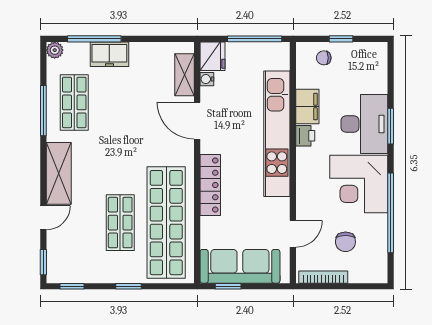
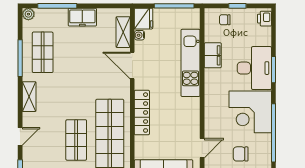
freezer: (109, 54) -> (82, 17), moved
kitchen unit: (277, 134) -> (190, 63), width x0.73
printer: (305, 136) -> (264, 19), moved, turned 180
shelving: (59, 173) -> (29, 97), width x0.67, depth x0.75
chair: (345, 242) -> (241, 154), turned 90

